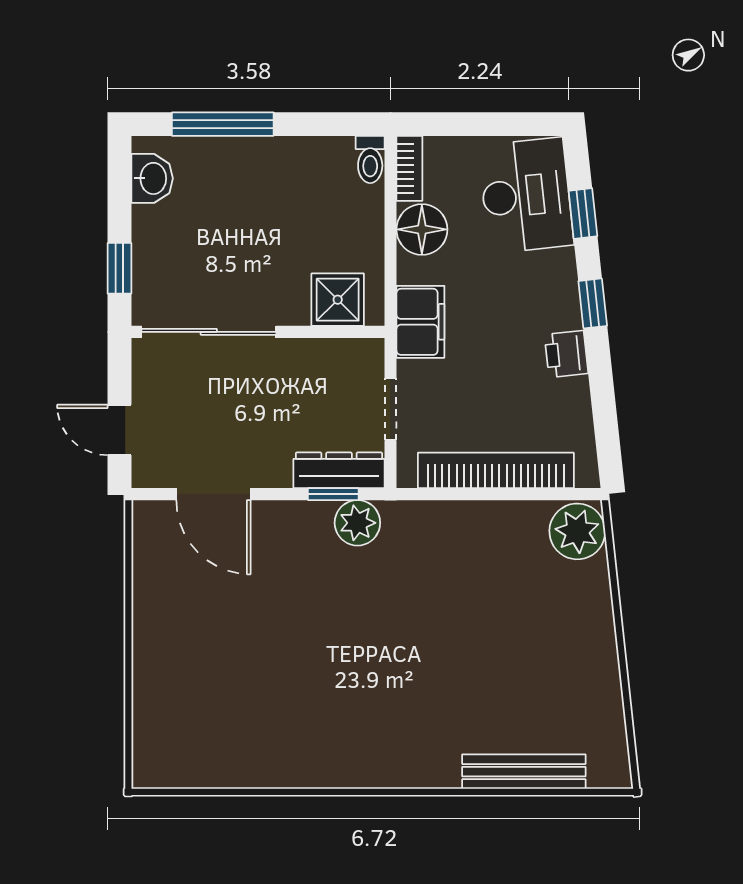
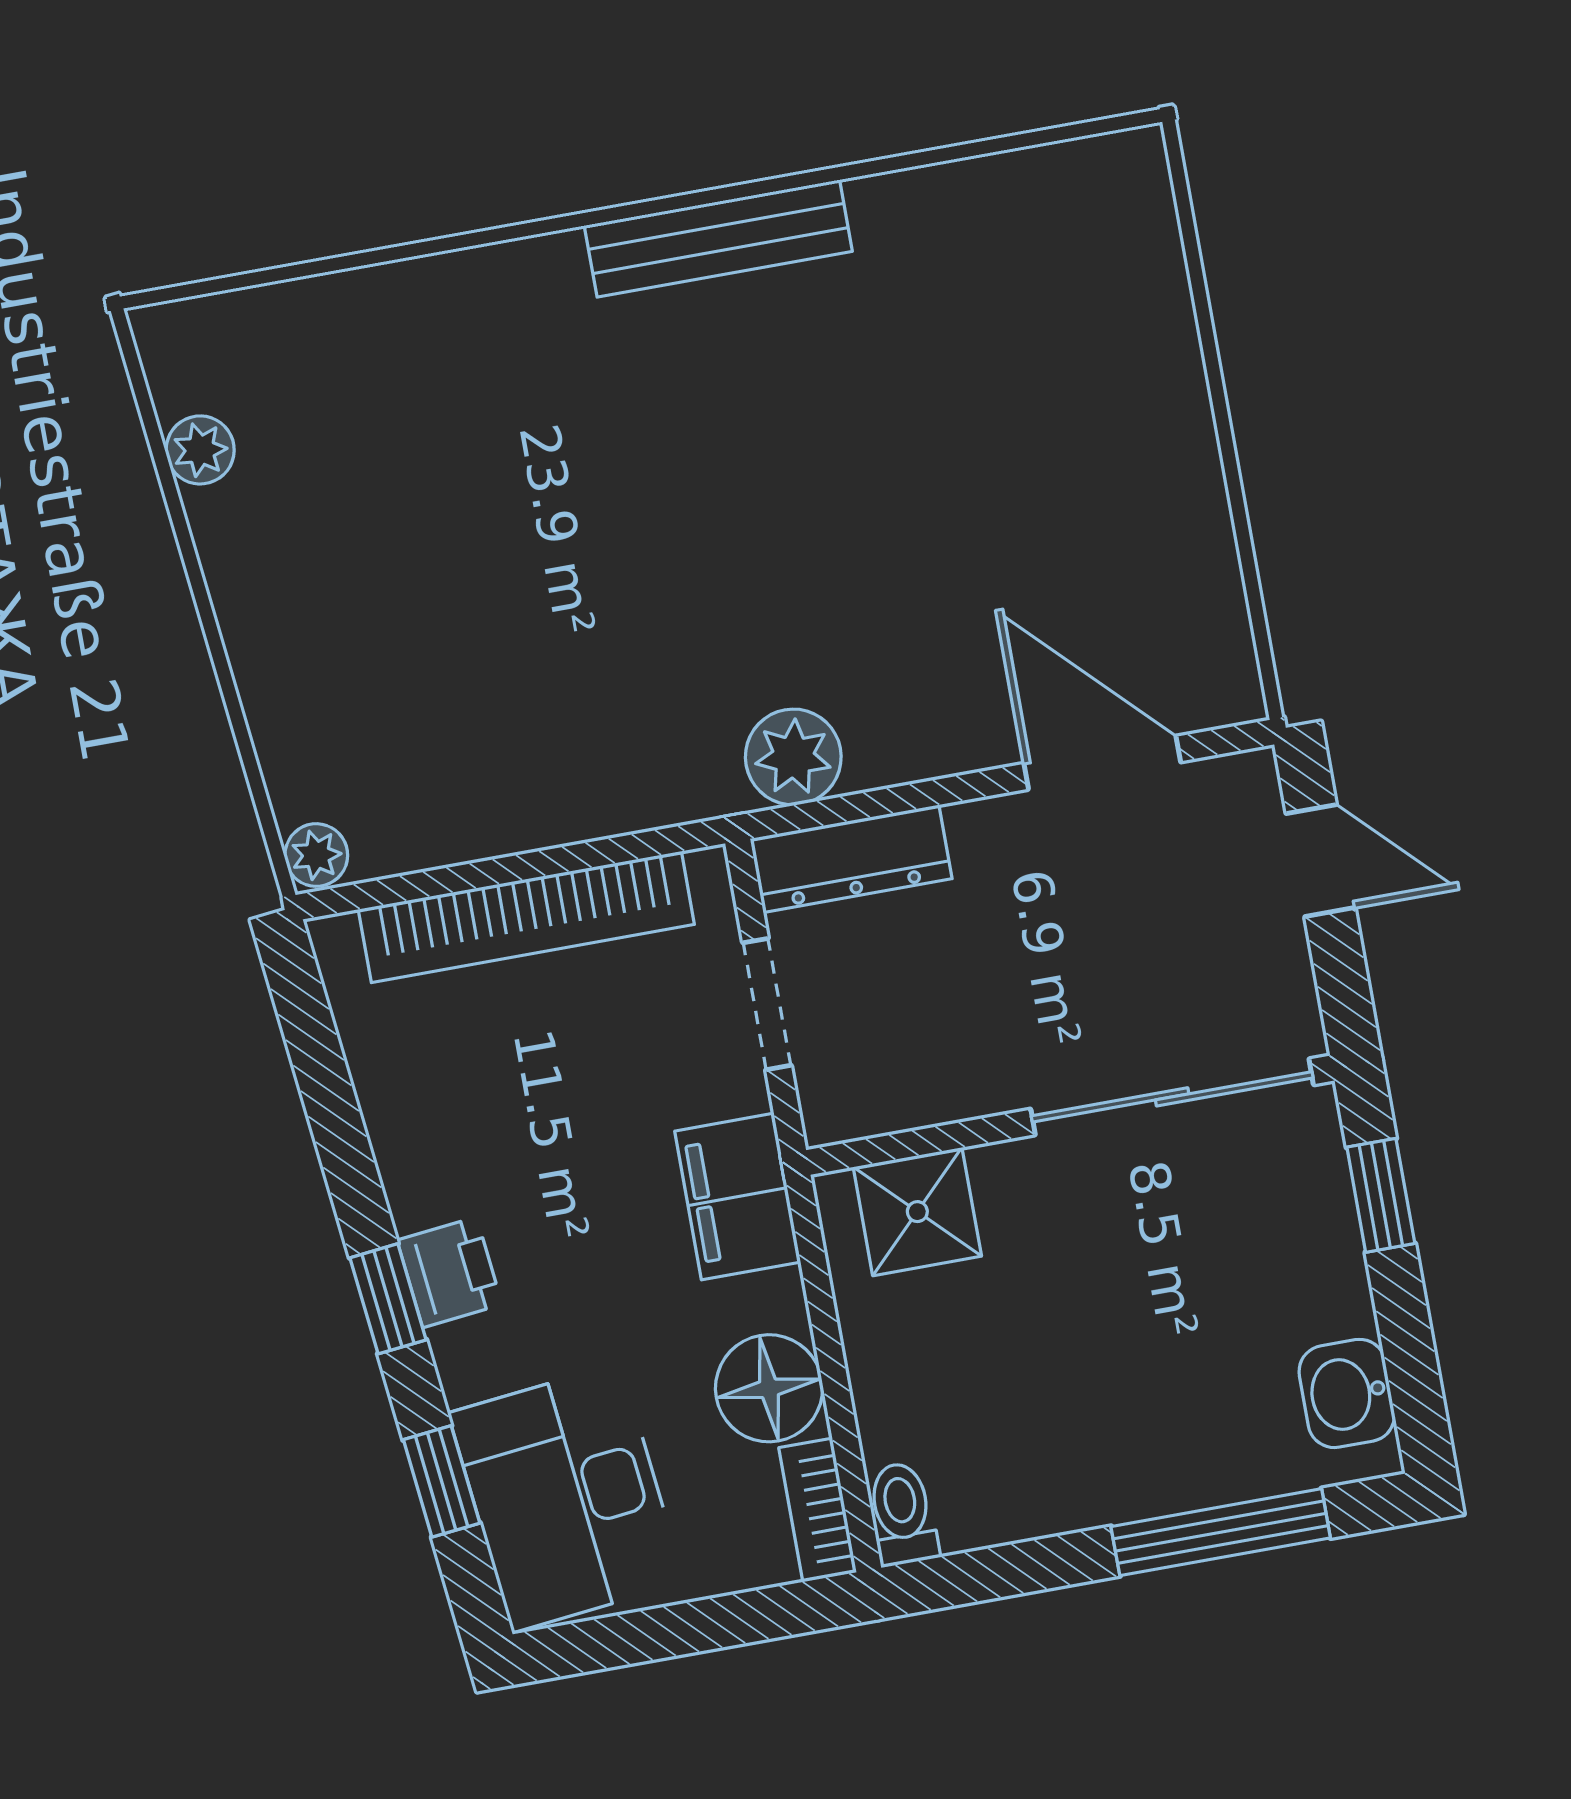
printer: (566, 354) -> (449, 1272), moved
window: (333, 494) -> (854, 807), removed
plant: (577, 531) -> (316, 855), width x0.53, depth x0.53
plant: (609, 716) -> (200, 450), added
bench: (524, 772) -> (718, 239), moved

